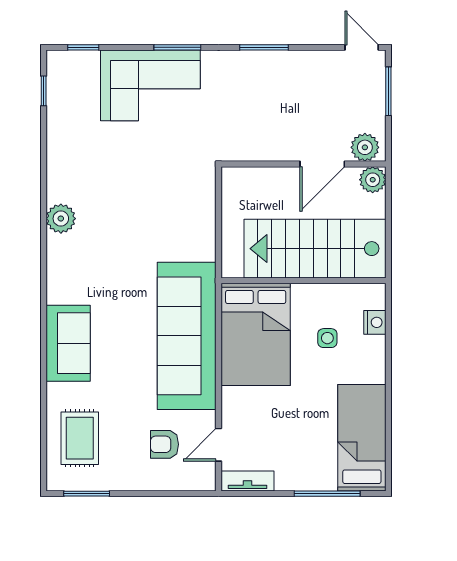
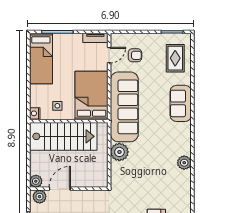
plant: (197, 241) -> (119, 152), added
stairs: (315, 249) -> (63, 136), moved
wall: (303, 281) -> (69, 121), moved
bed: (256, 334) -> (92, 96), moved

